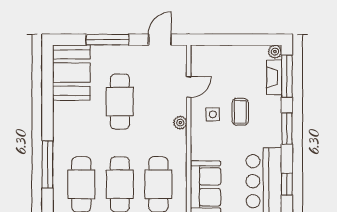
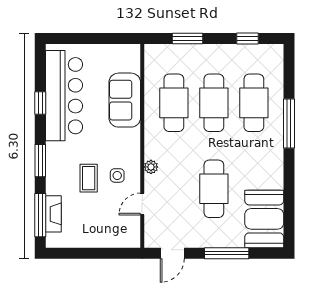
plant: (275, 52) -> (53, 241), removed

